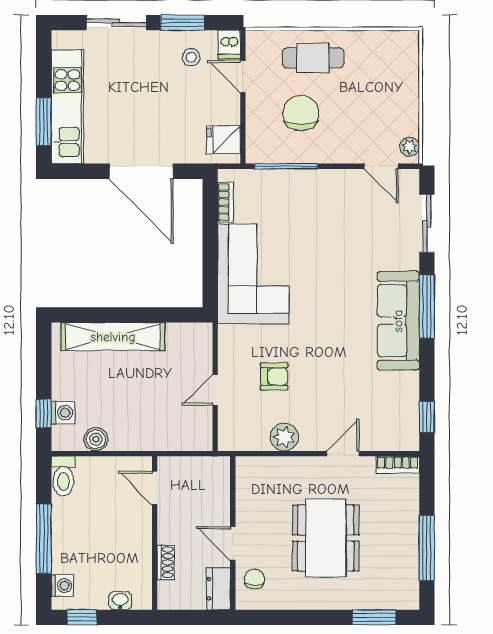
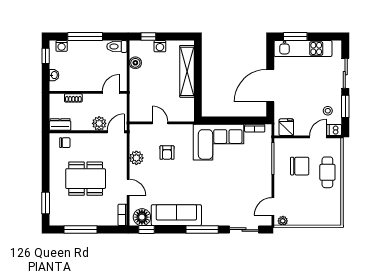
sofa: (398, 321) -> (176, 215), moved
washing machine: (63, 413) -> (160, 46), moved
floor lamp: (402, 426) -> (142, 217), added
plant: (216, 511) -> (99, 123), added
door: (233, 543) -> (116, 132), moved

